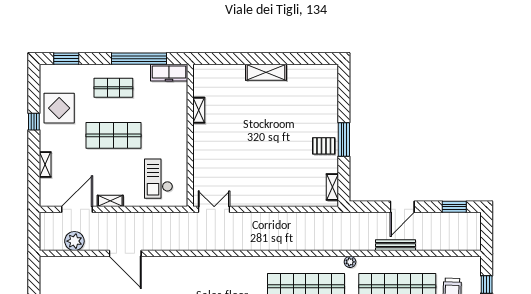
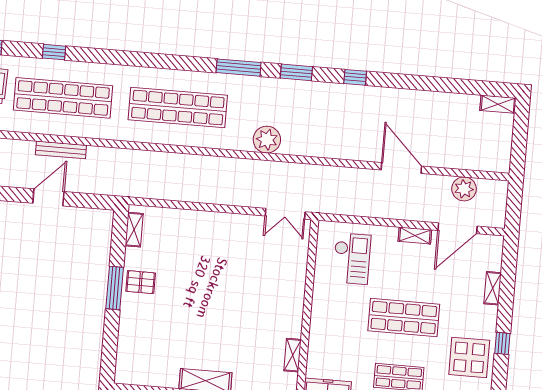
shelving: (199, 110) -> (293, 355), moved
plant: (350, 262) -> (267, 140), moved, width x1.88, depth x1.88

